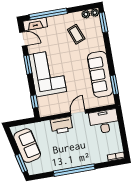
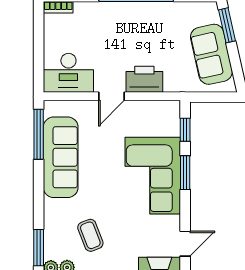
door: (23, 39) -> (185, 244), swing flipped
window: (28, 65) -> (185, 173), moved
window: (114, 85) -> (39, 134), width x1.44

